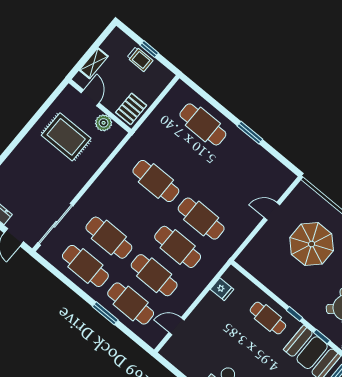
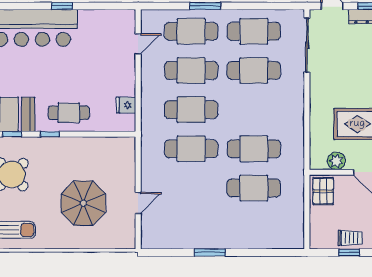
trolley: (140, 59) -> (350, 238), turned 180
cafe table: (203, 124) -> (254, 188), moved

